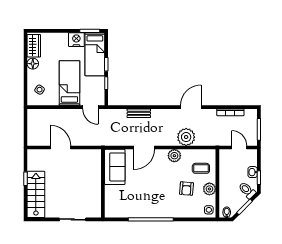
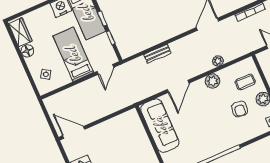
door: (90, 107) -> (105, 69), hinge flipped
plant: (186, 137) -> (218, 61), width x0.53, depth x0.53
door: (61, 148) -> (74, 132), moved
sofa: (115, 167) -> (160, 126), width x1.36

